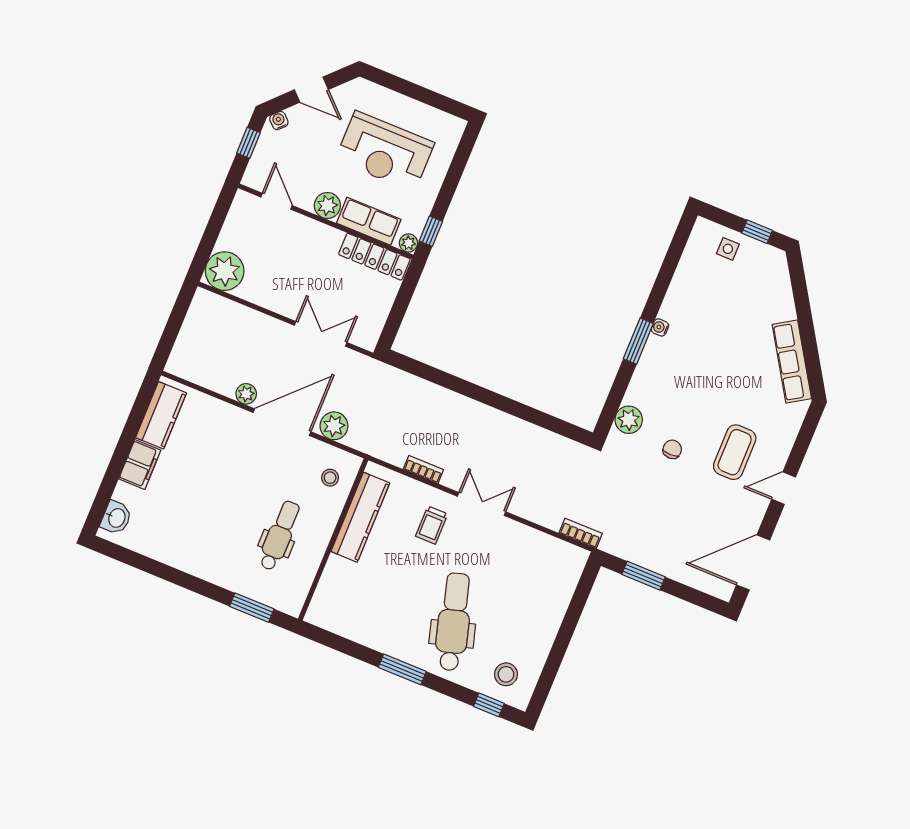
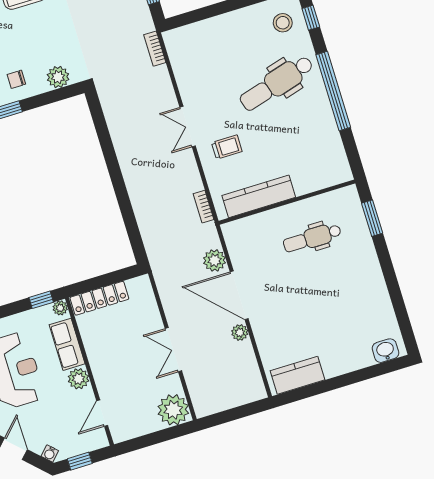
locker: (374, 257) -> (99, 298), moved, turned 90
double door: (321, 334) -> (173, 350), moved
chair: (672, 449) -> (16, 79), moved
filing cabinet: (140, 464) -> (340, 363), removed
bookcase: (423, 469) -> (204, 207), moved
stool: (330, 478) -> (249, 236), removed
window: (402, 669) -> (333, 91), width x2.11

